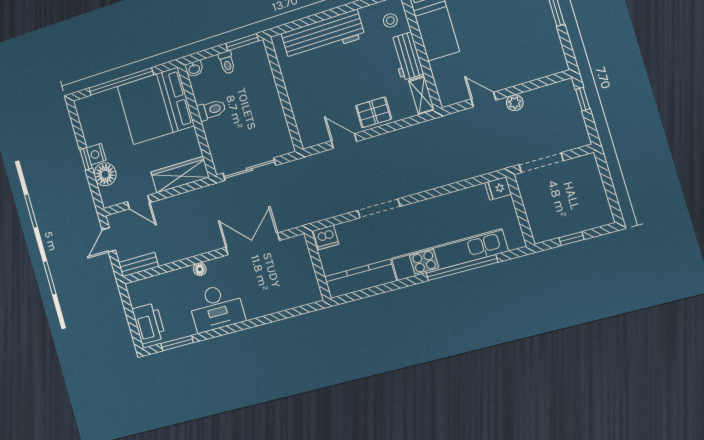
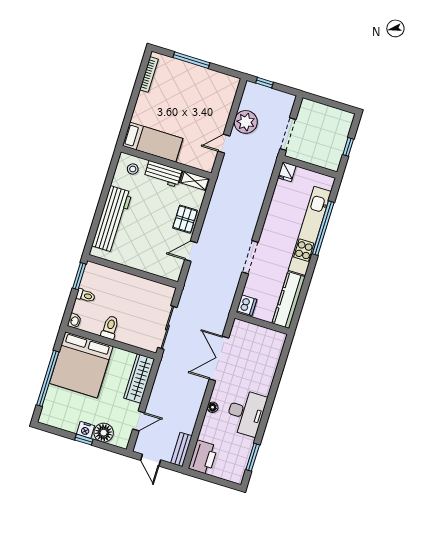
plant: (515, 103) -> (246, 122), width x1.88, depth x1.88
printer: (149, 323) -> (203, 457), moved, turned 90

